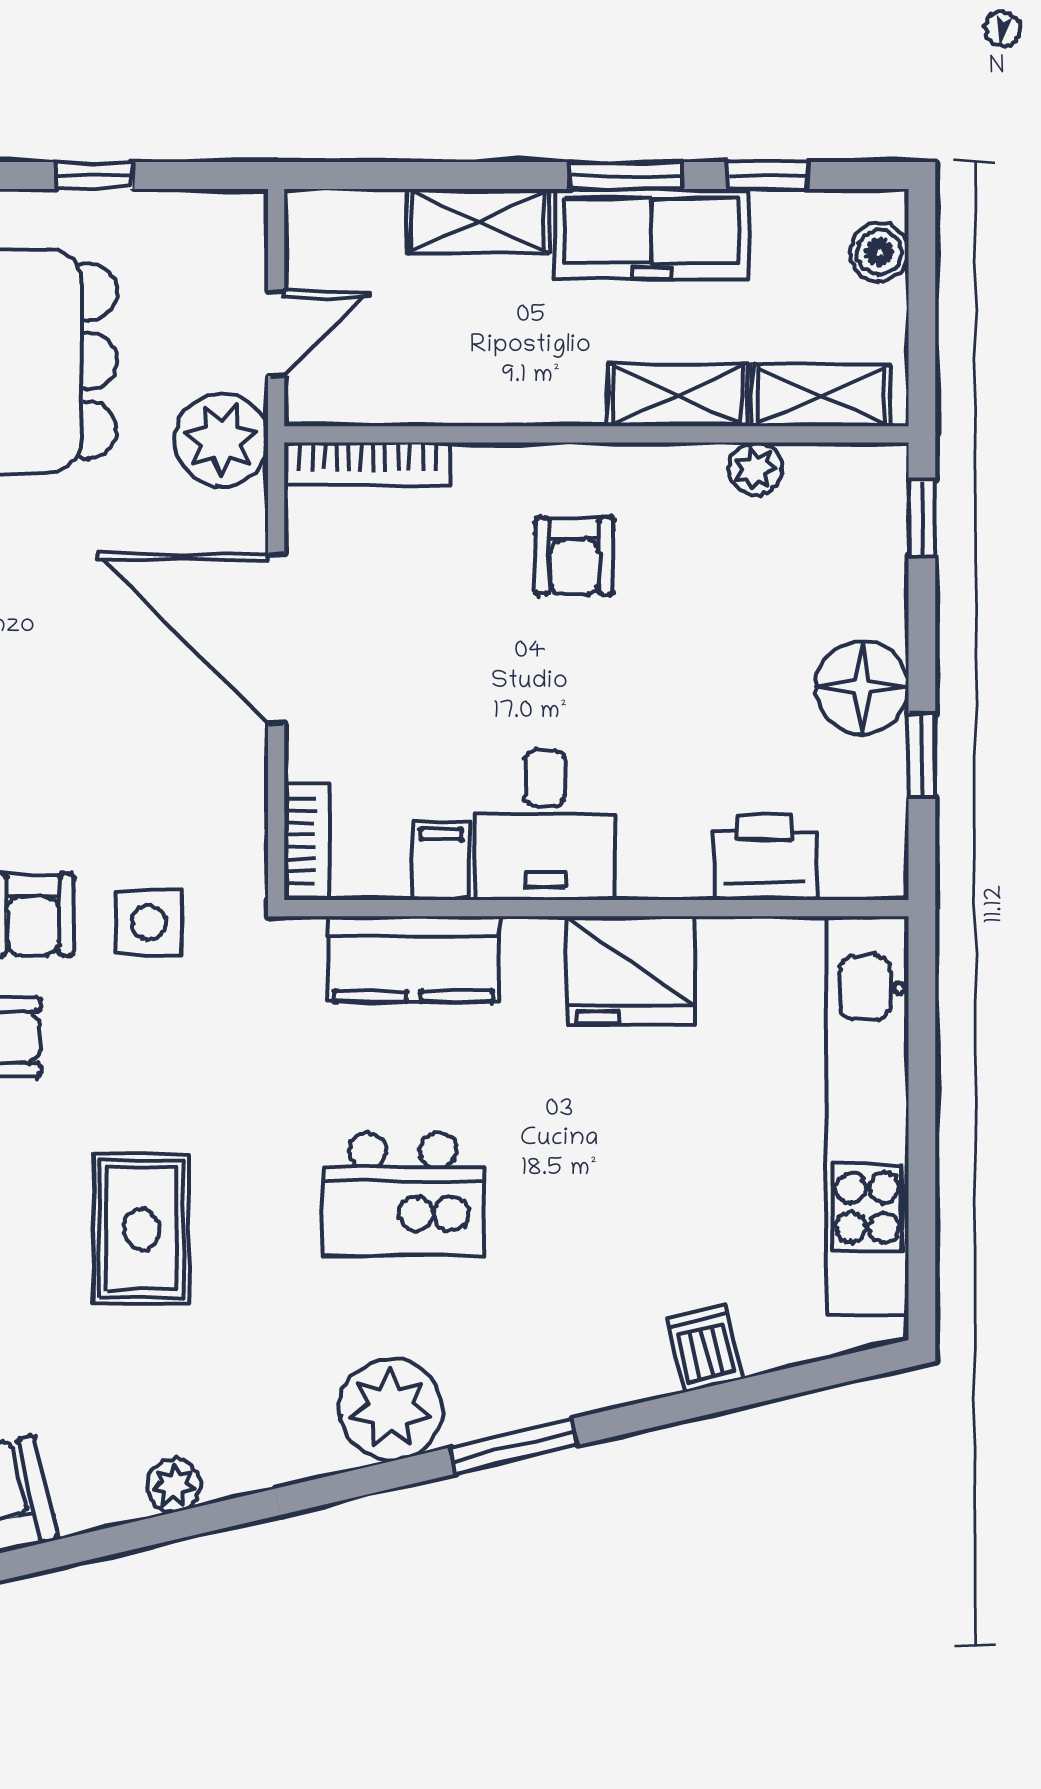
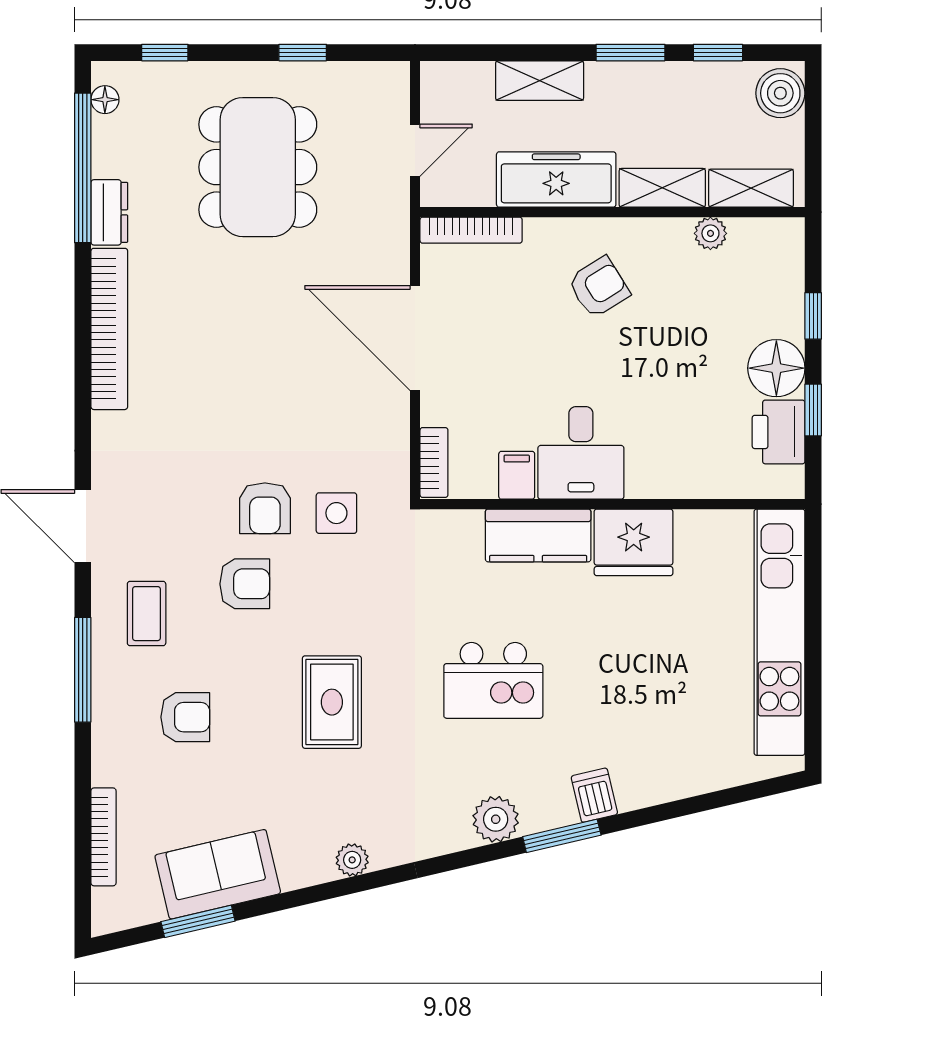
freezer: (652, 234) -> (556, 179), moved, turned 180
boiler: (879, 252) -> (780, 93), width x1.36, depth x1.36
plant: (222, 440) -> (381, 215), removed
window: (922, 518) -> (813, 316), moved
armchair: (574, 556) -> (599, 287), turned -122
printer: (765, 857) -> (779, 432), moved, turned -90
kitchen counter: (414, 959) -> (538, 535), moved
dishwasher: (705, 1348) -> (594, 795), moved
plant: (391, 1409) -> (496, 819), width x0.73, depth x0.73

